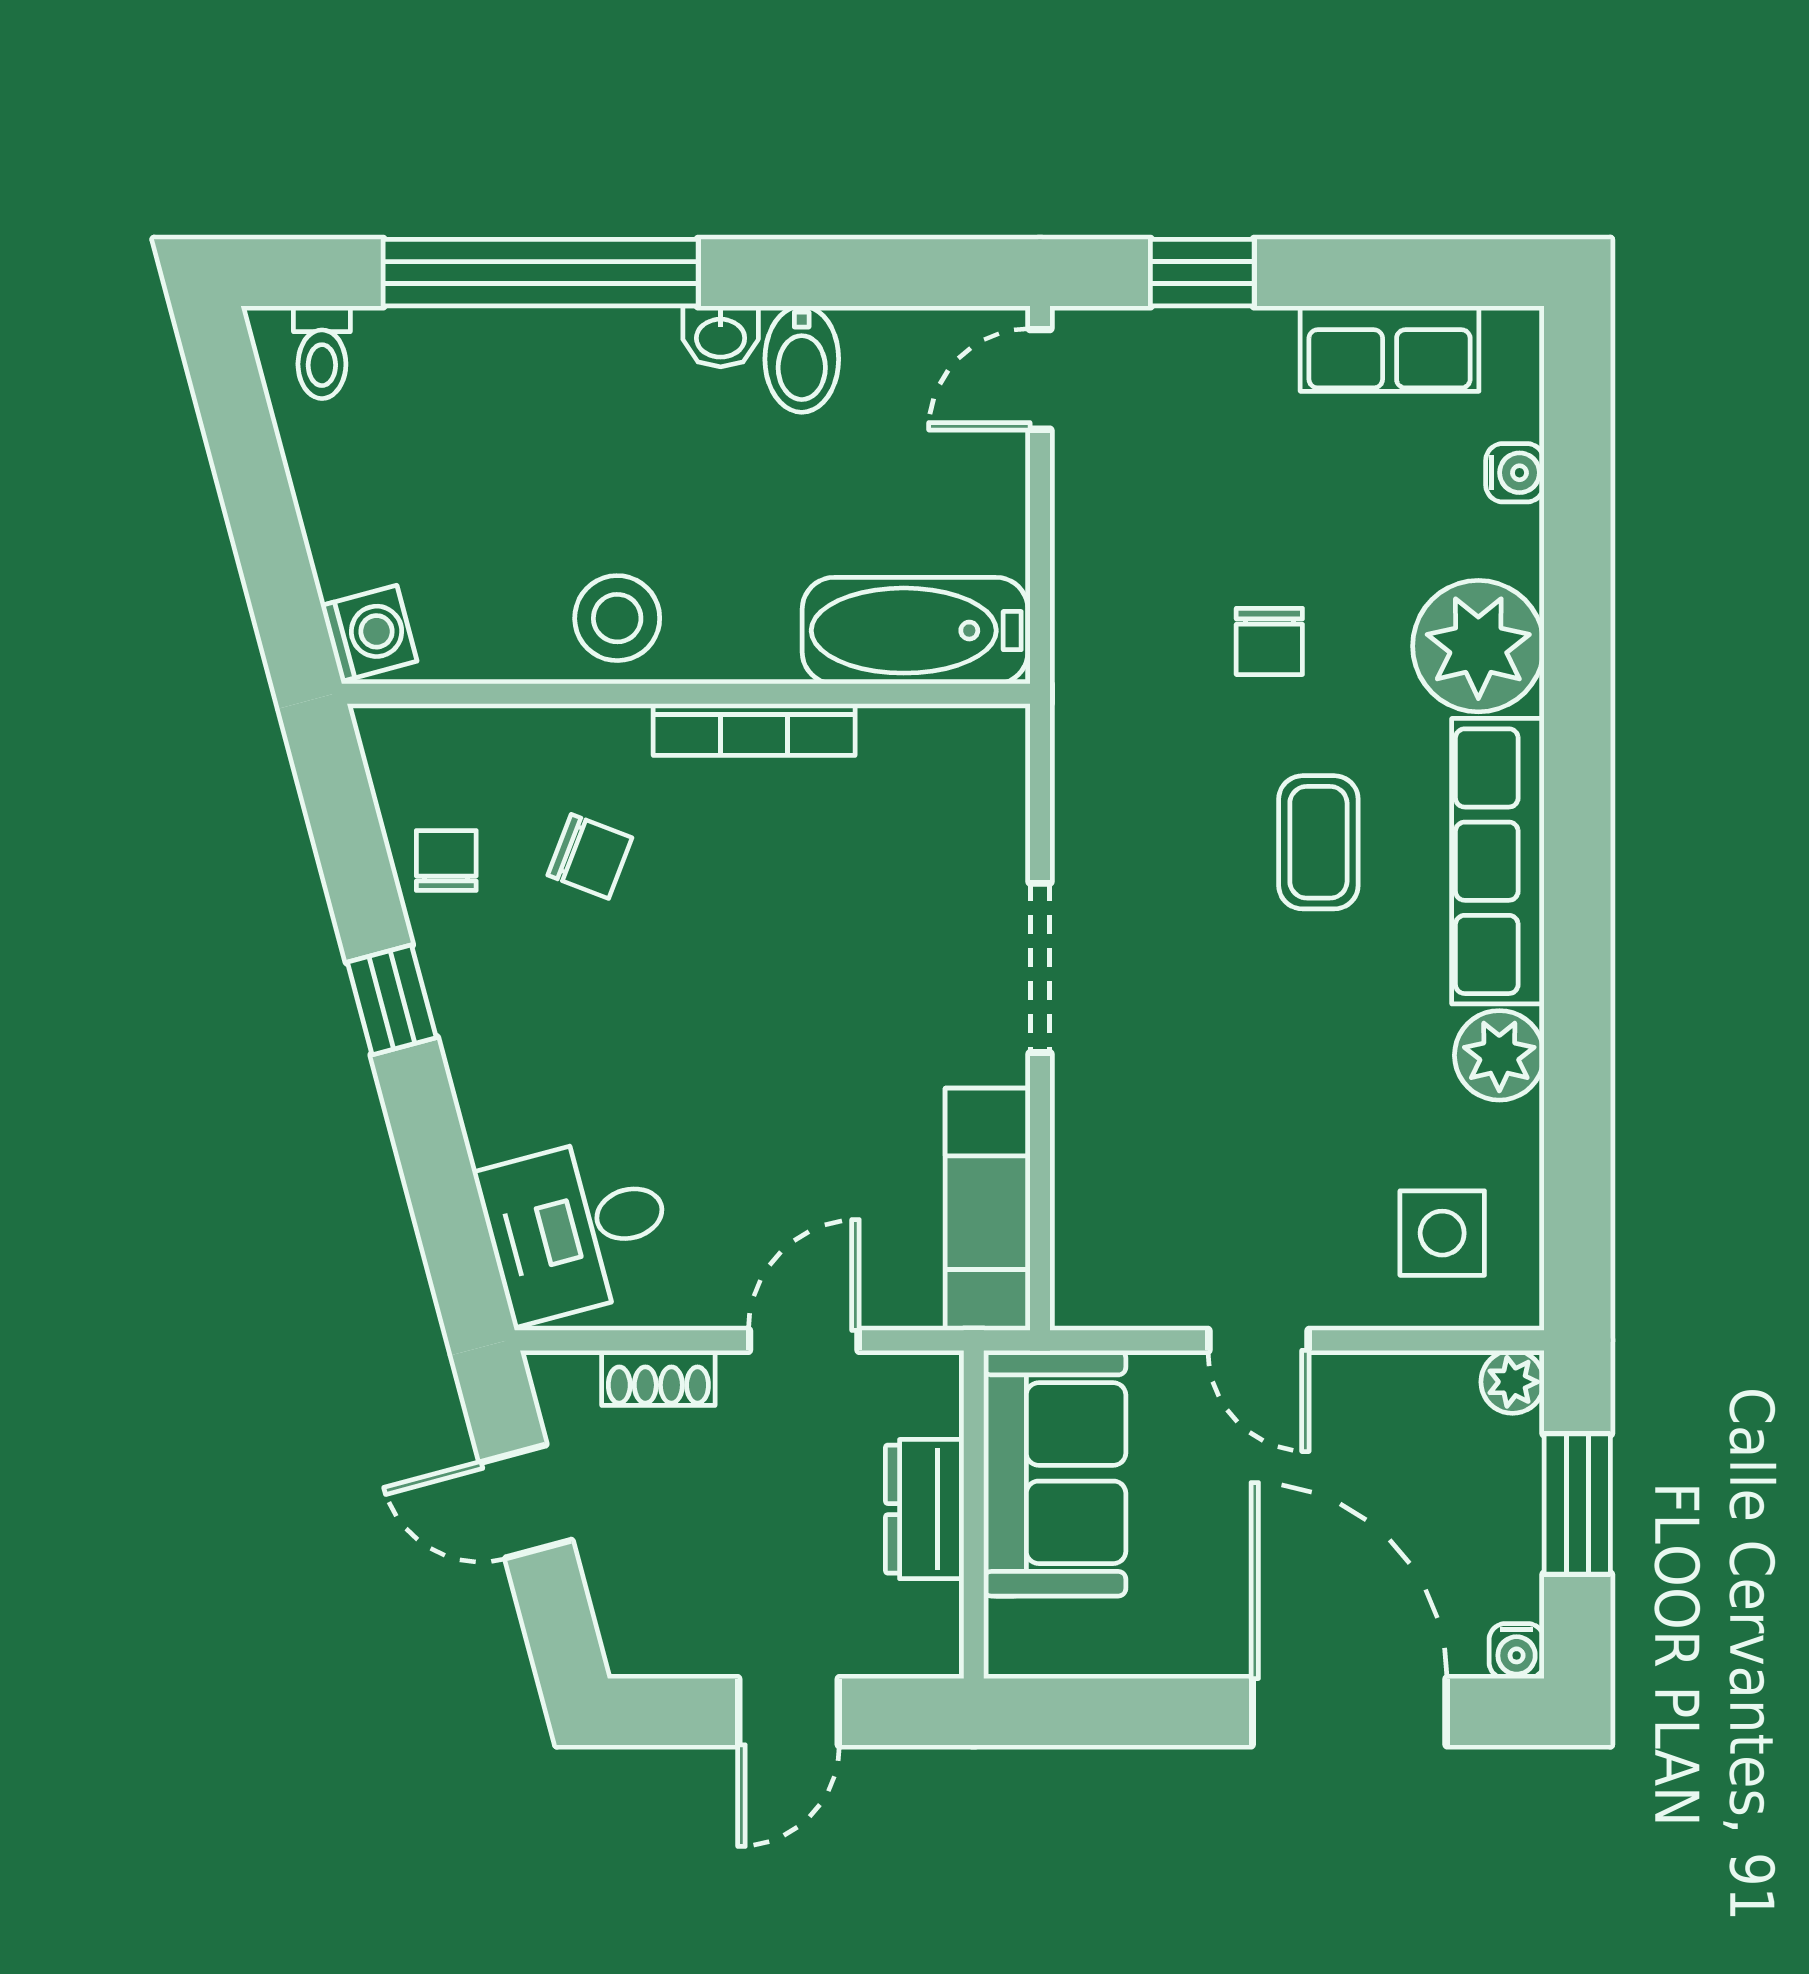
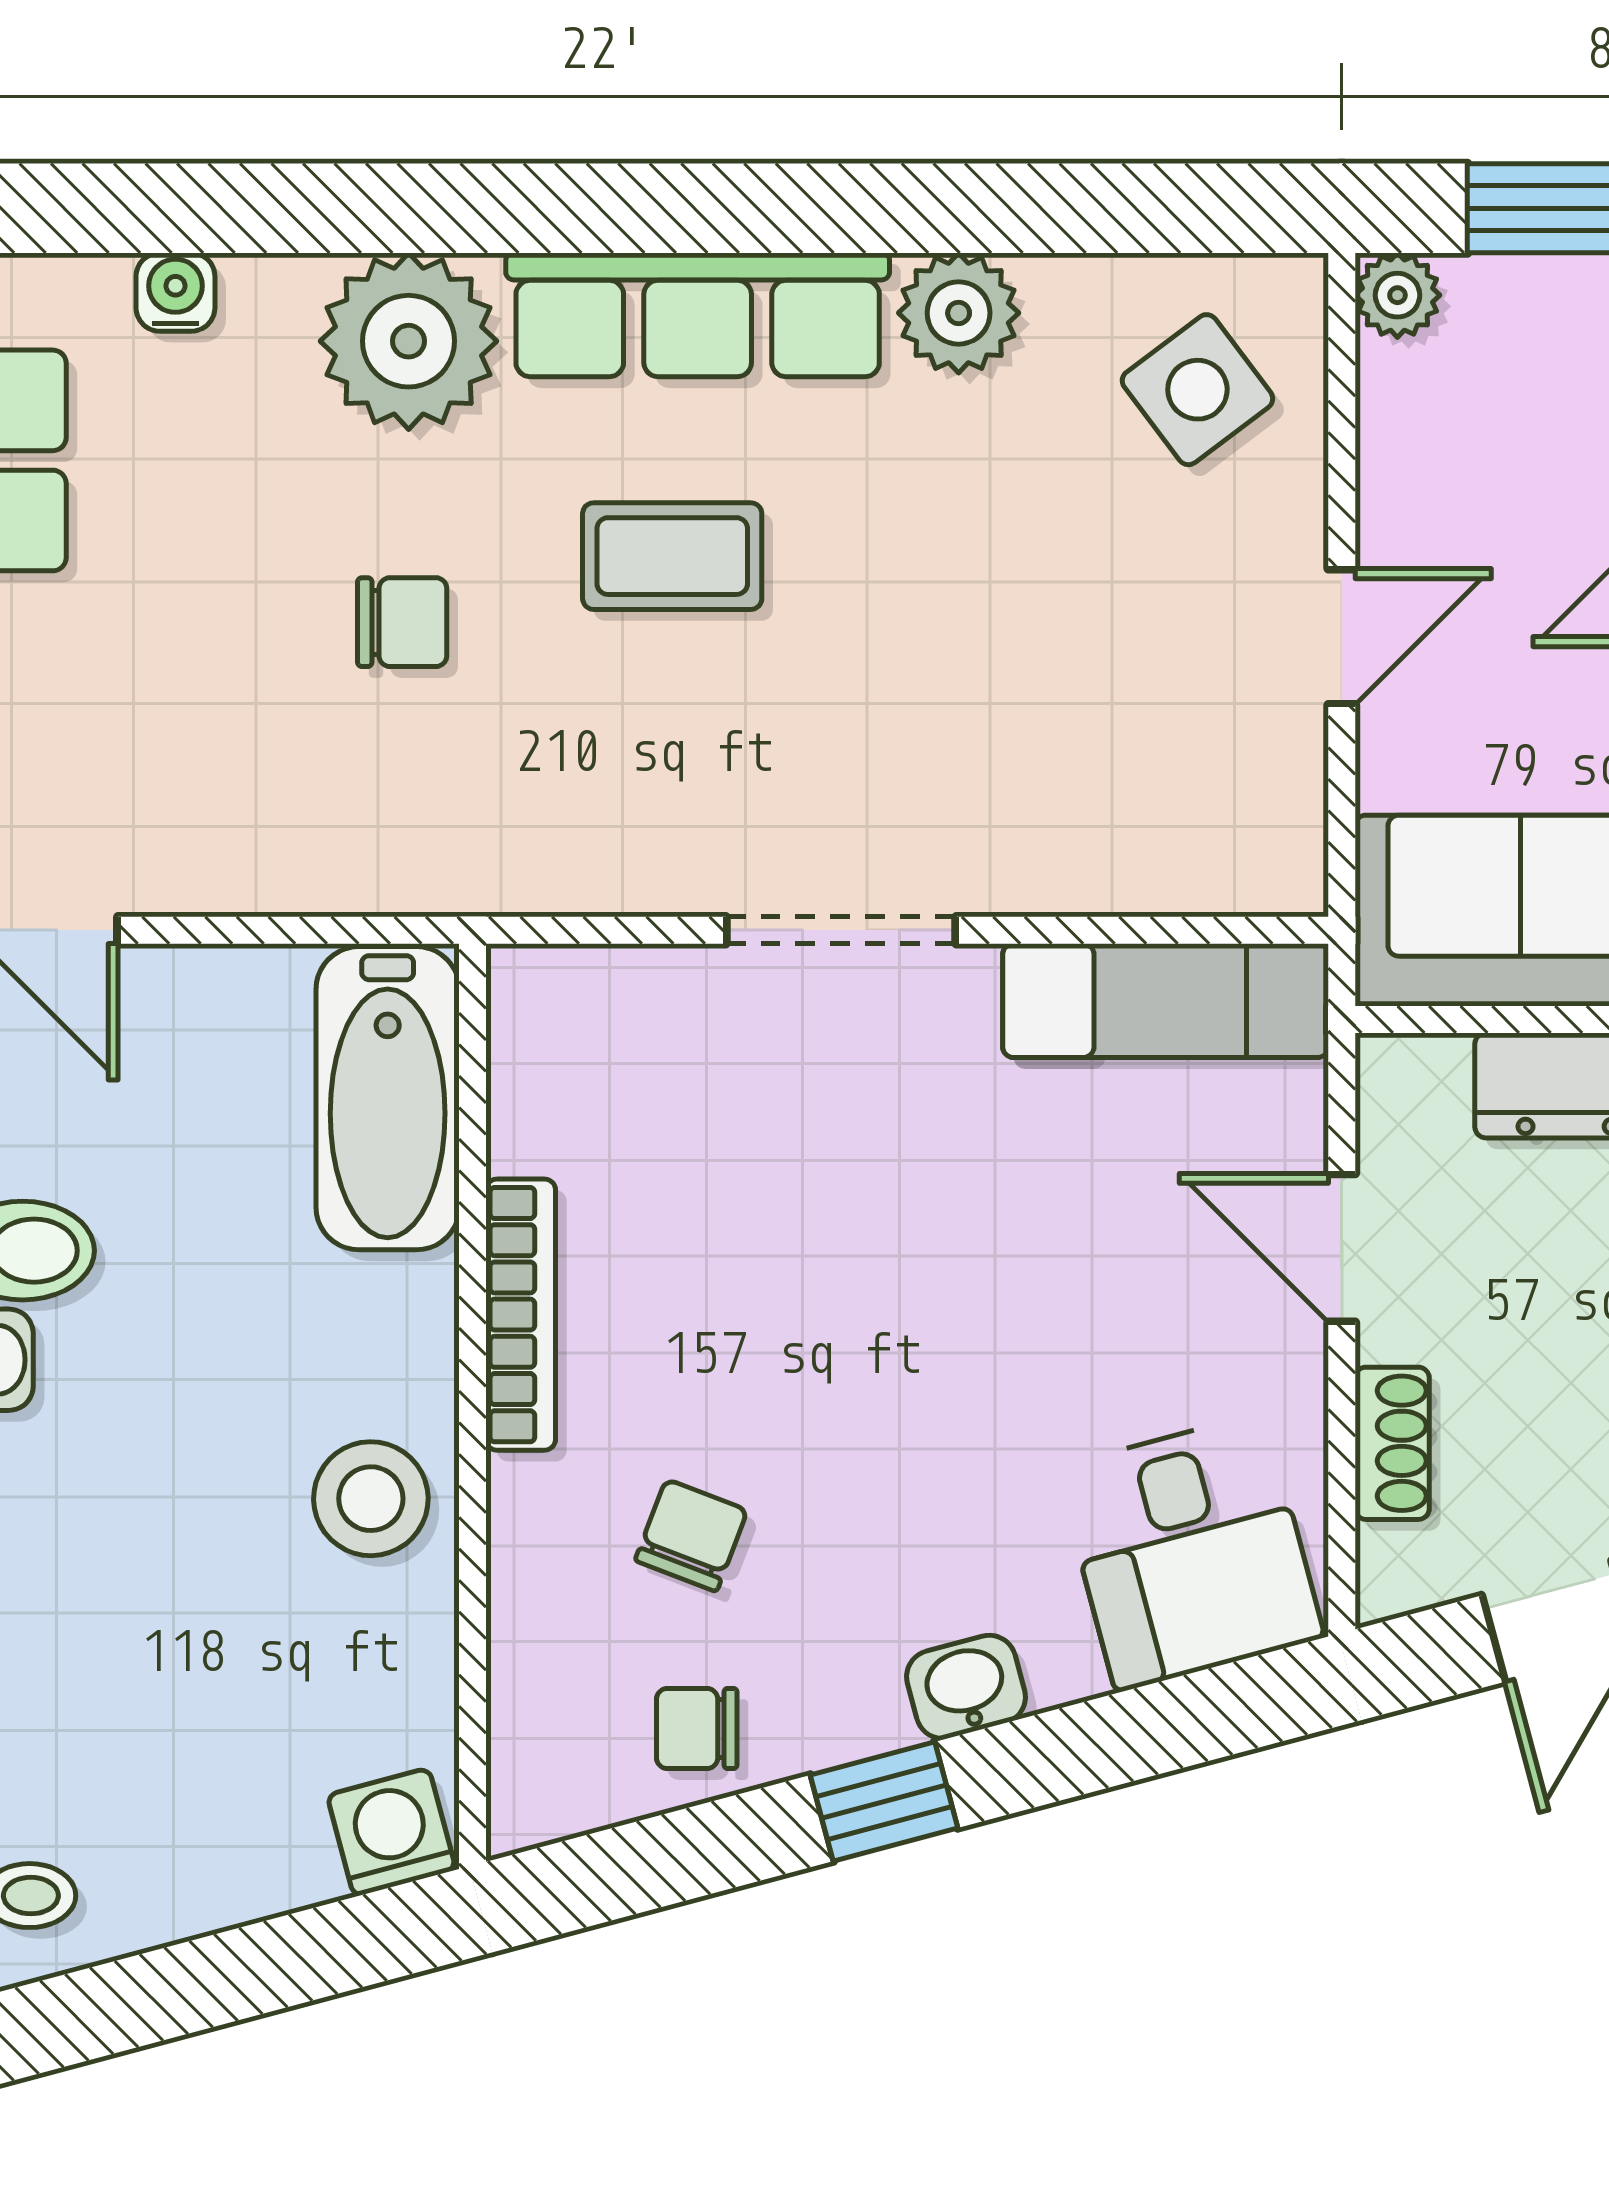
washbasin: (477, 1061) -> (966, 1687), added
side table: (1442, 1233) -> (1197, 390), turned -37

